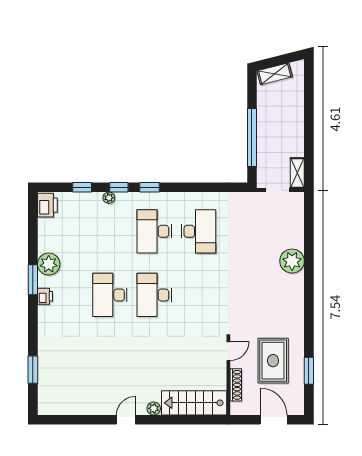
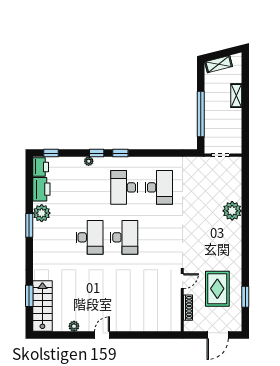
shelving: (297, 173) -> (236, 96), moved
window: (82, 187) -> (51, 153), moved
desk: (110, 295) -> (89, 237), turned 180
desk: (154, 295) -> (124, 237), turned 180
printer: (45, 296) -> (41, 189), moved, width x1.87, depth x1.48
stairs: (194, 403) -> (42, 306), moved, turned 90
plant: (154, 408) -> (74, 326), moved
door: (274, 420) -> (218, 335), swing flipped

